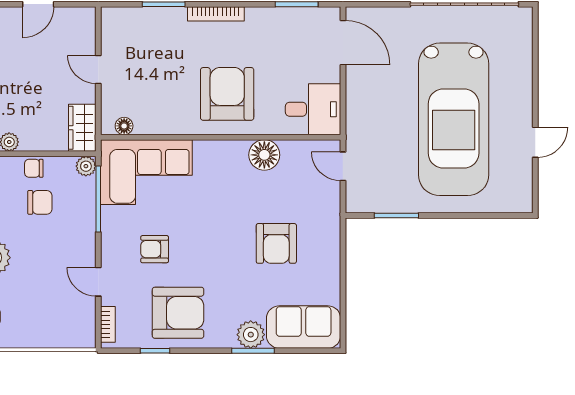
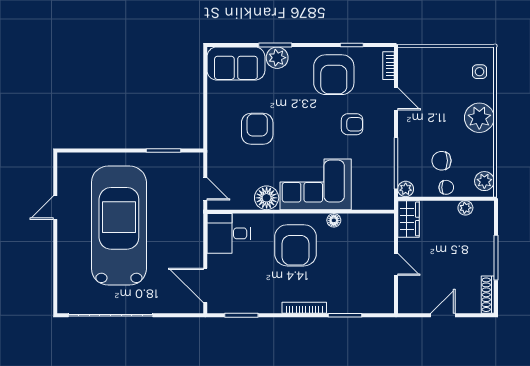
floor lamp: (124, 126) -> (334, 220), moved
corner sofa: (146, 172) -> (316, 184), moved
armchair: (178, 313) -> (334, 75), turned -90

